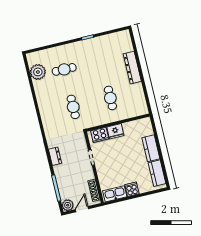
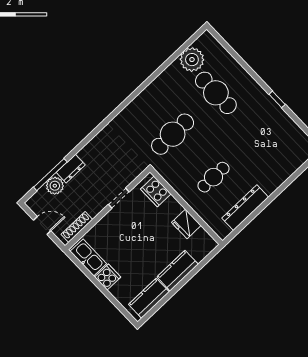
dresser: (132, 68) -> (245, 208), moved
cafe table: (64, 69) -> (216, 93), width x1.37, depth x1.35
cafe table: (73, 107) -> (173, 134), width x1.37, depth x1.35
fridge: (115, 131) -> (186, 224), moved
dresser: (55, 156) -> (71, 169), moved
plant: (68, 205) -> (55, 186), moved

